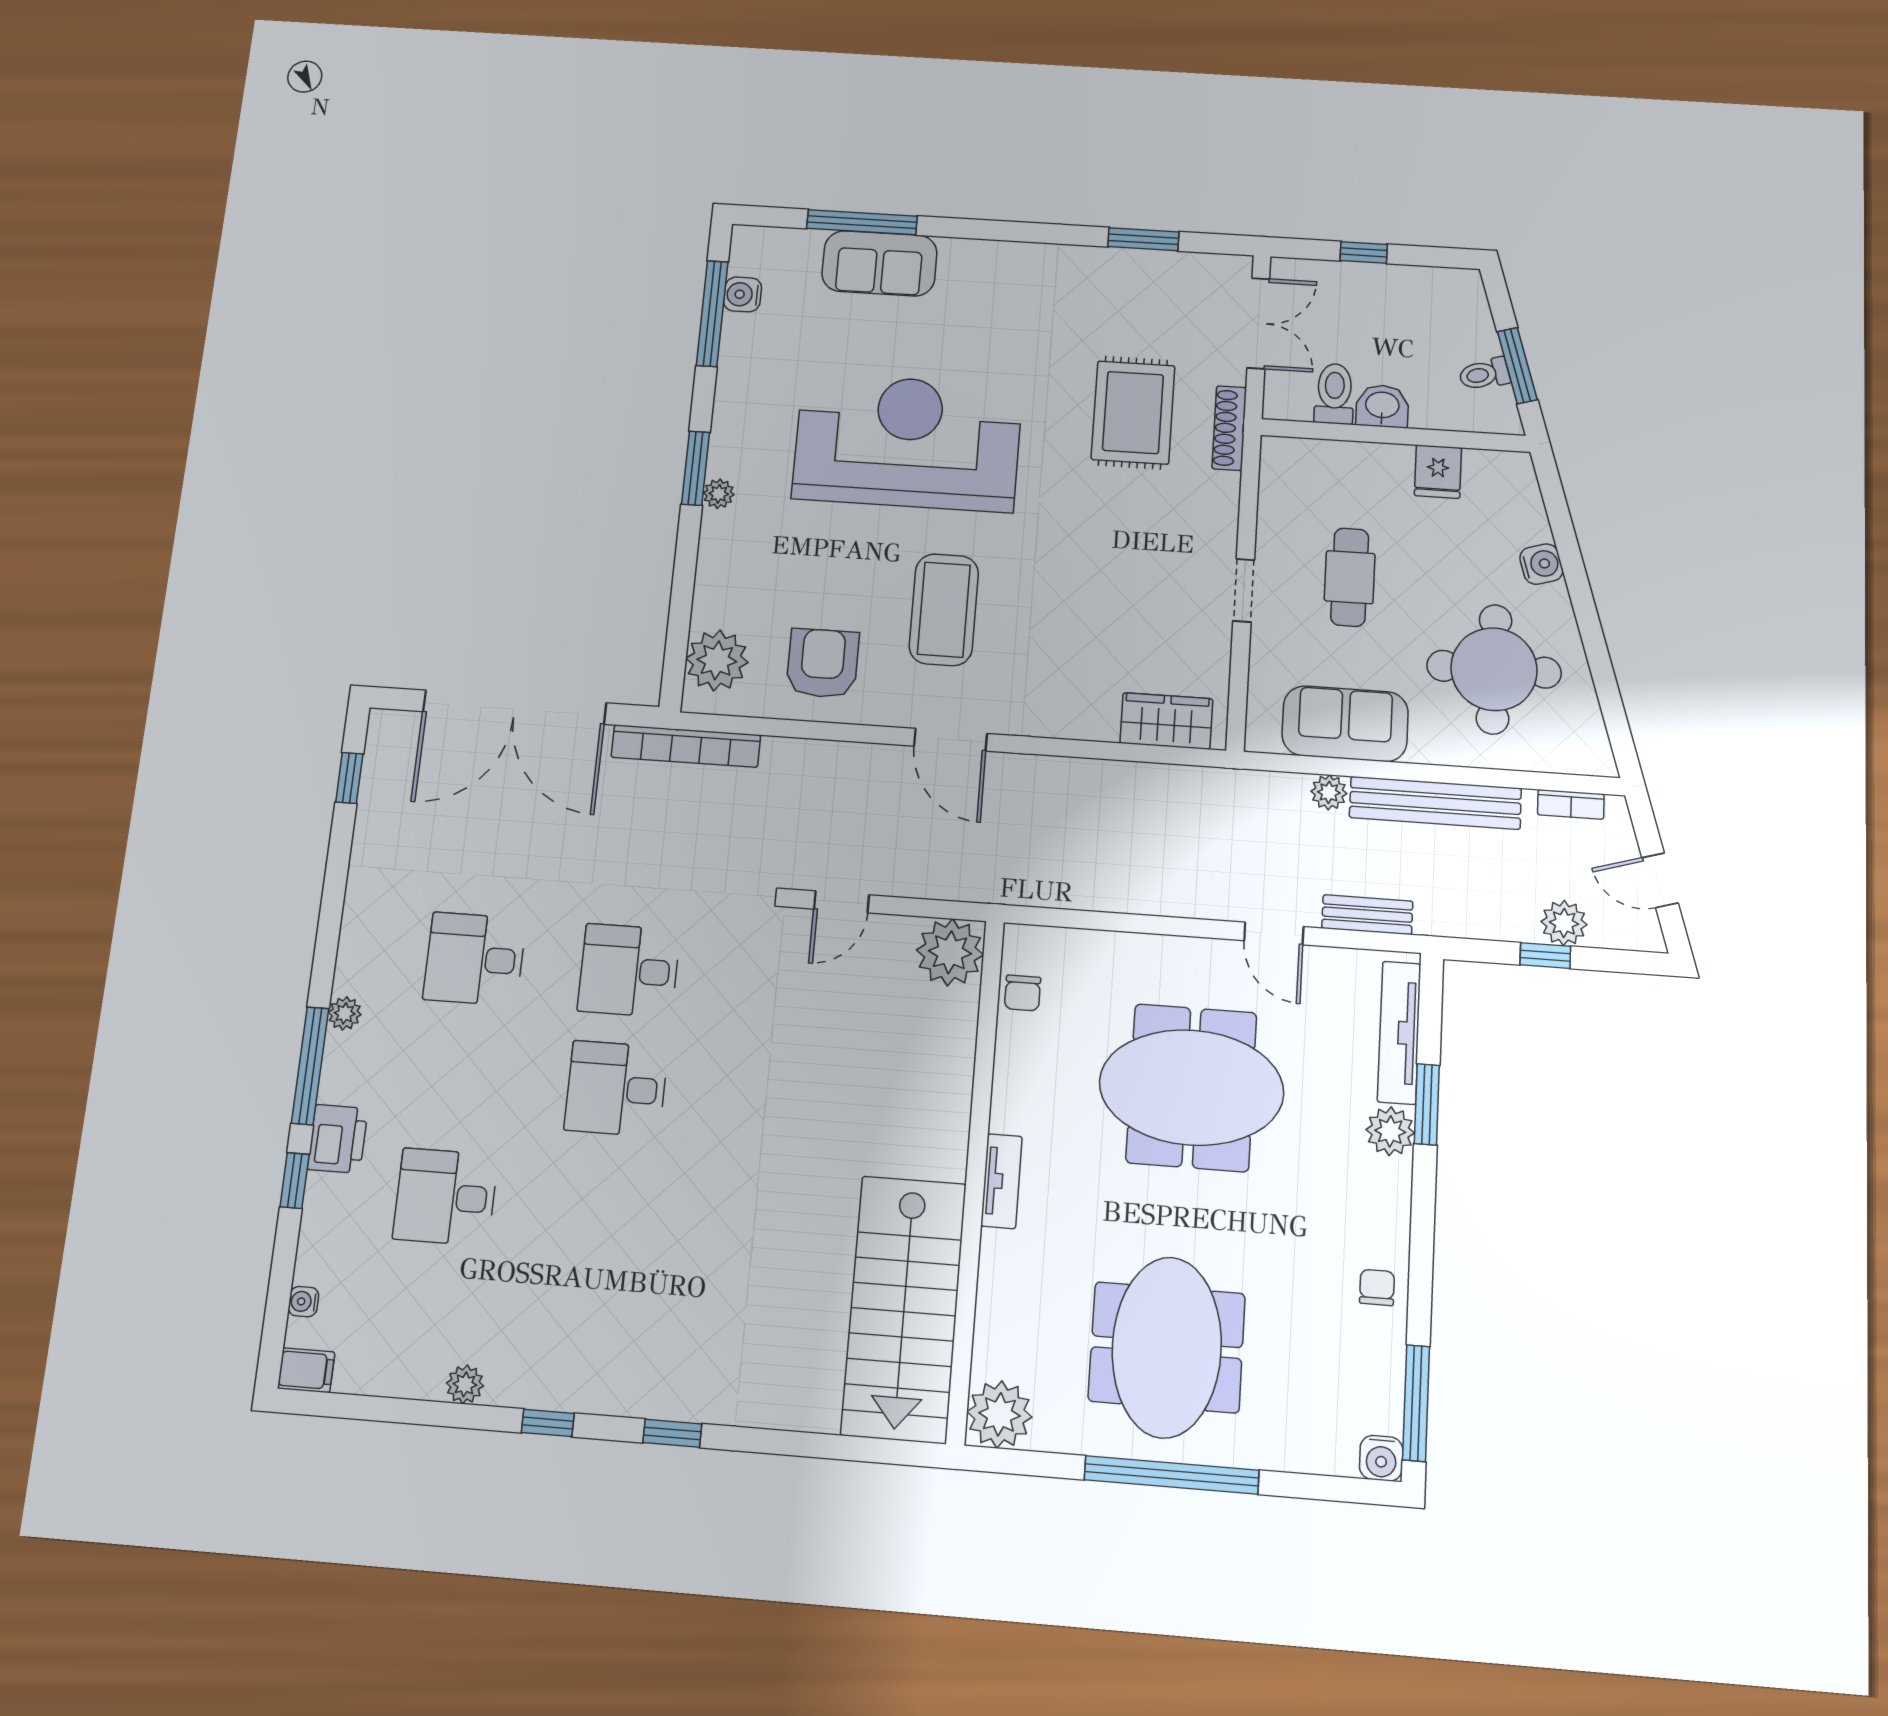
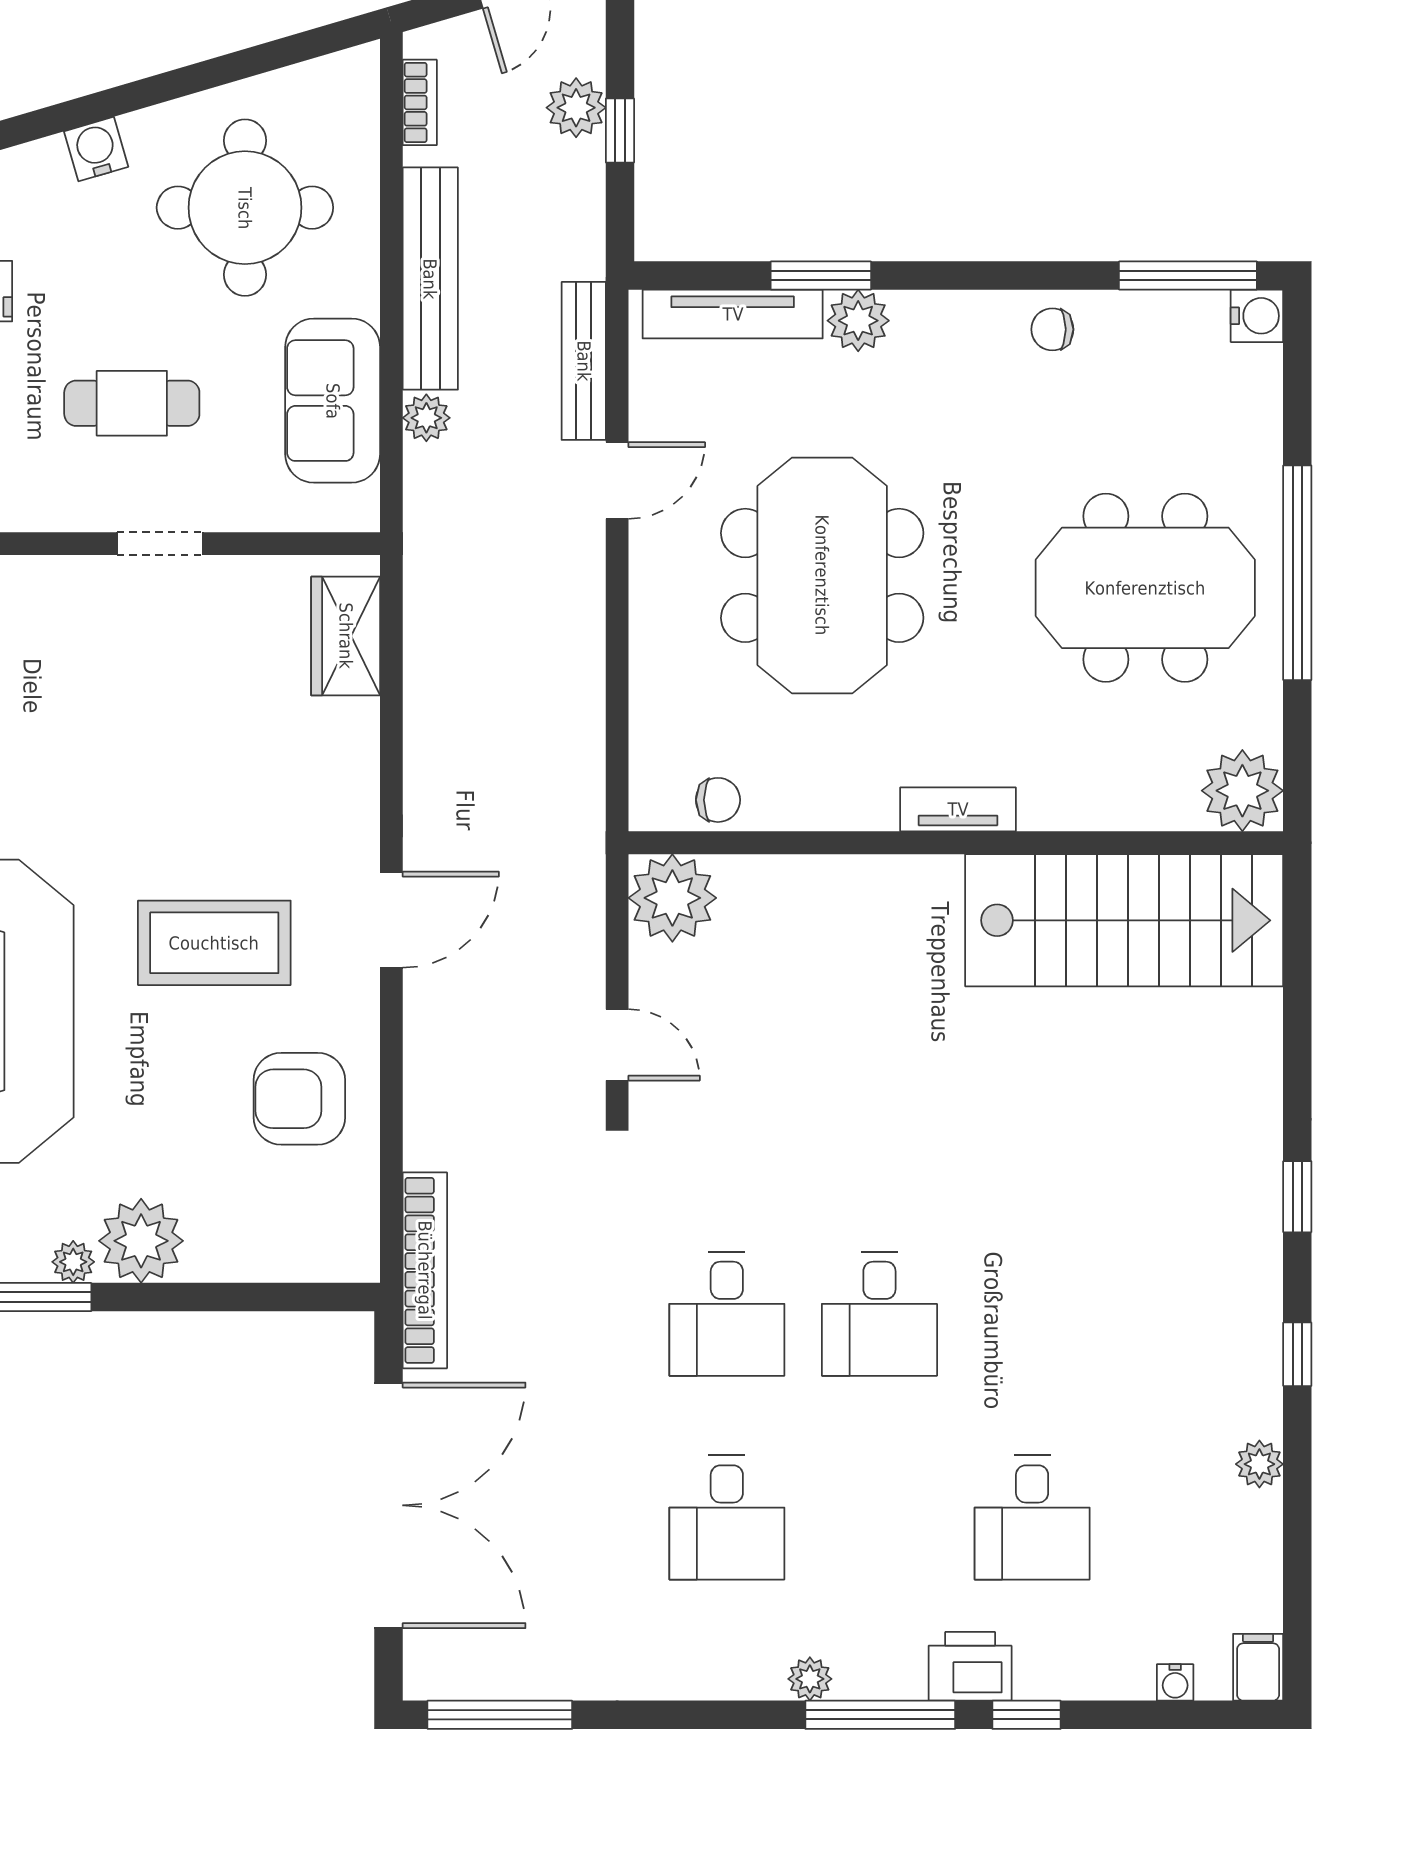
plant: (717, 660) -> (141, 1241), moved
window: (349, 778) -> (500, 1715), width x2.17
bench: (1367, 915) -> (584, 361), width x1.36

